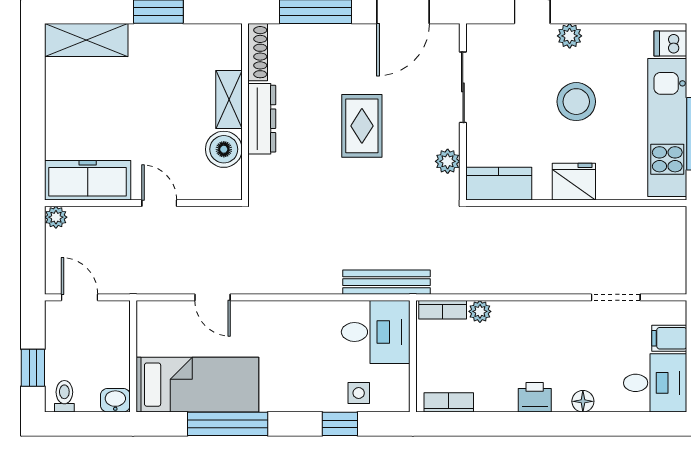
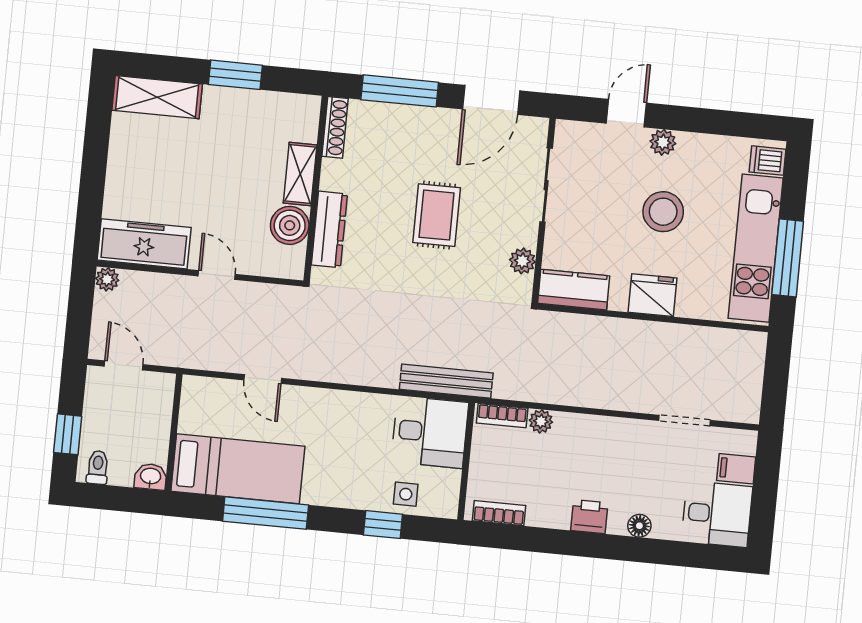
dresser: (262, 119) -> (329, 229), moved

